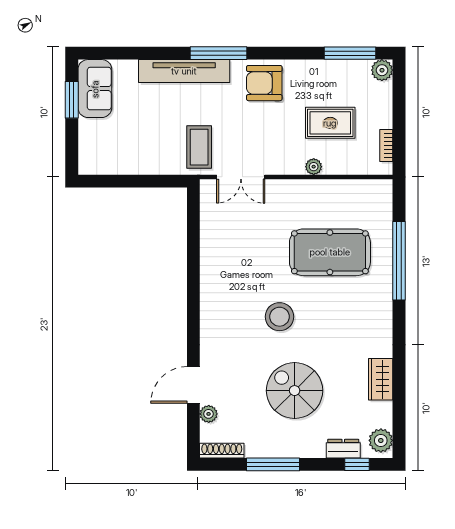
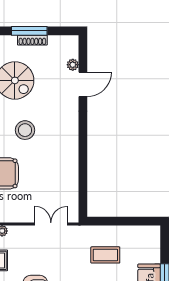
coffee table: (199, 147) -> (105, 255), moved, turned 90
shoe rack: (222, 451) -> (32, 40), moved

